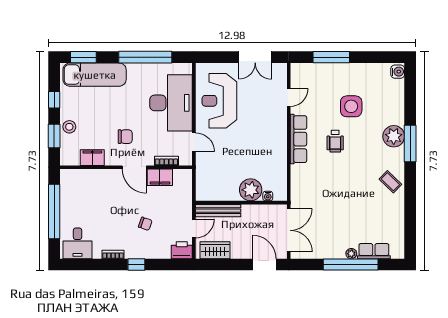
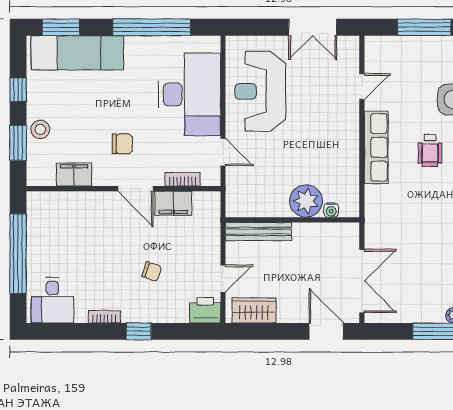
plant: (251, 190) -> (306, 201), moved
water cooler: (268, 196) -> (331, 210), moved
wall: (241, 203) -> (292, 220), moved
bench: (218, 211) -> (258, 231), moved

